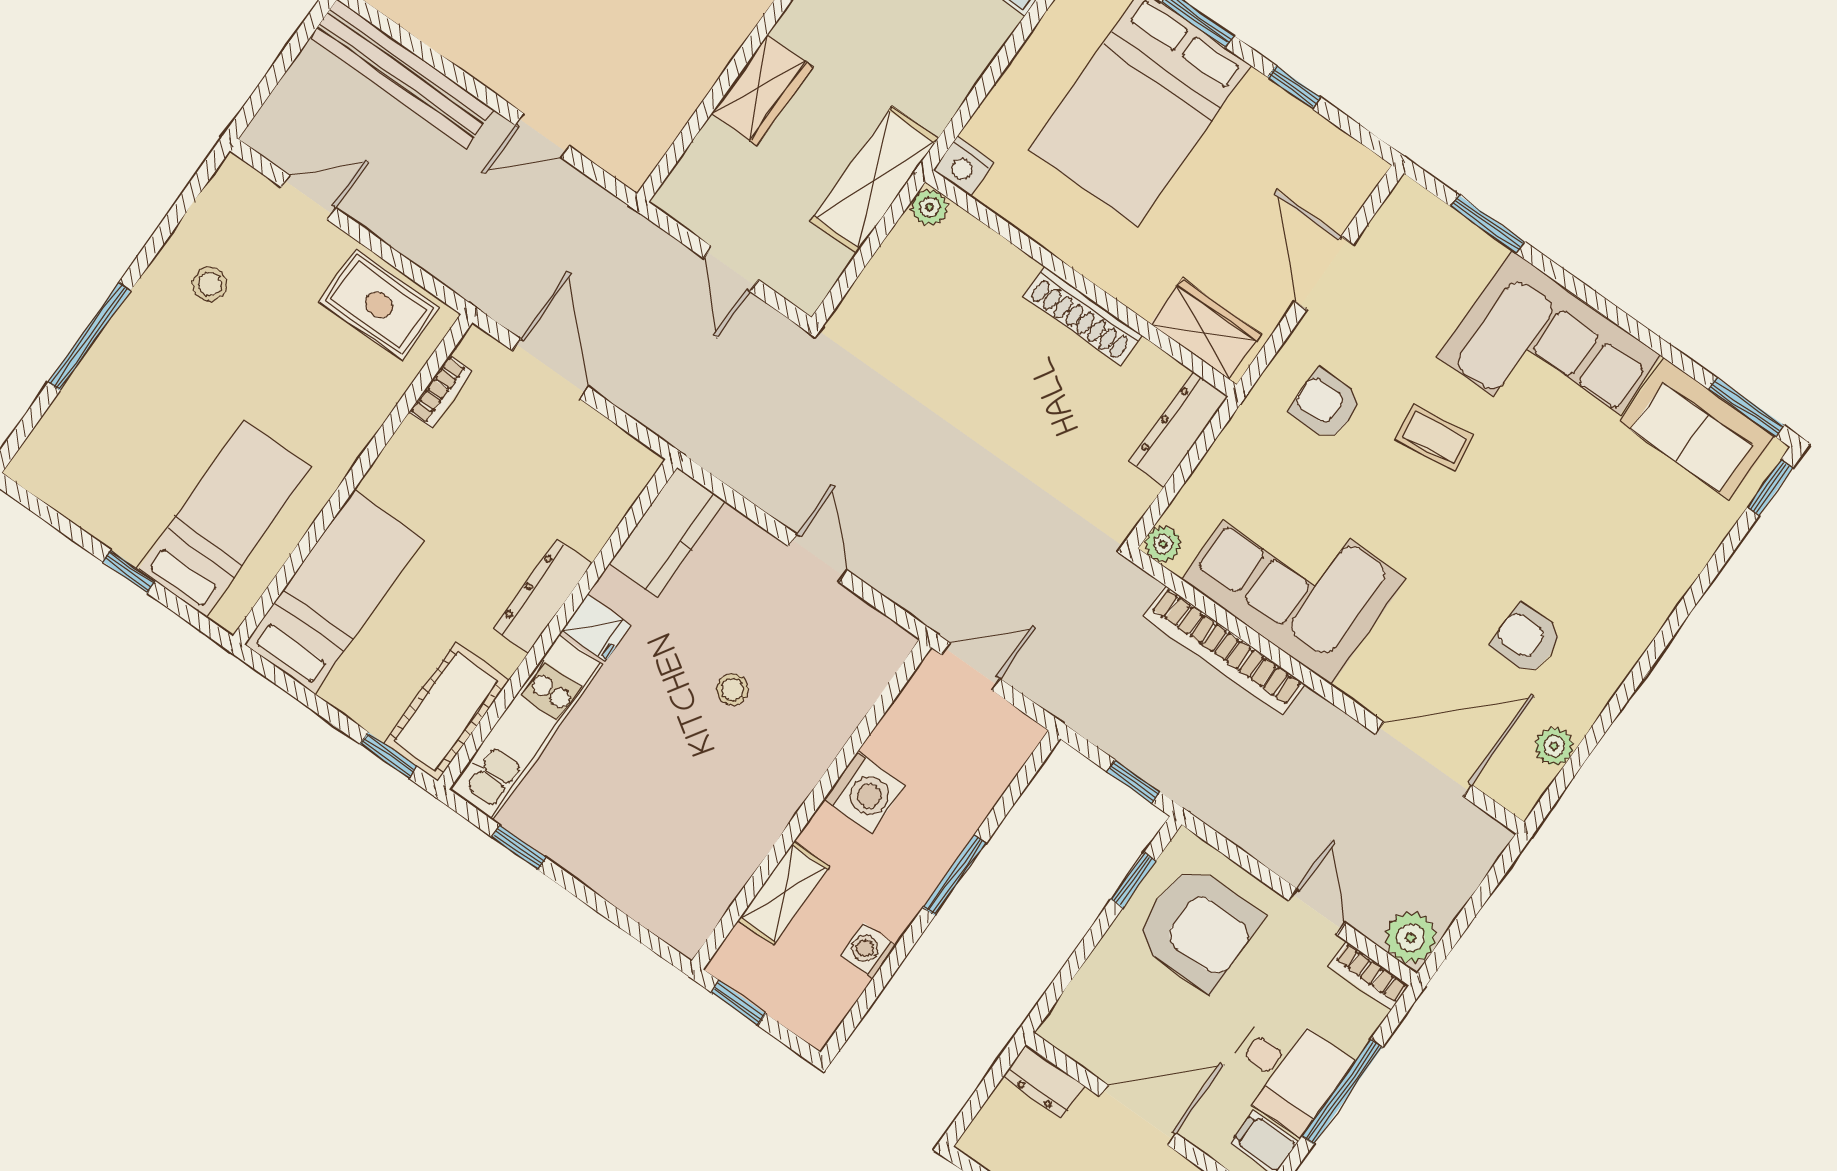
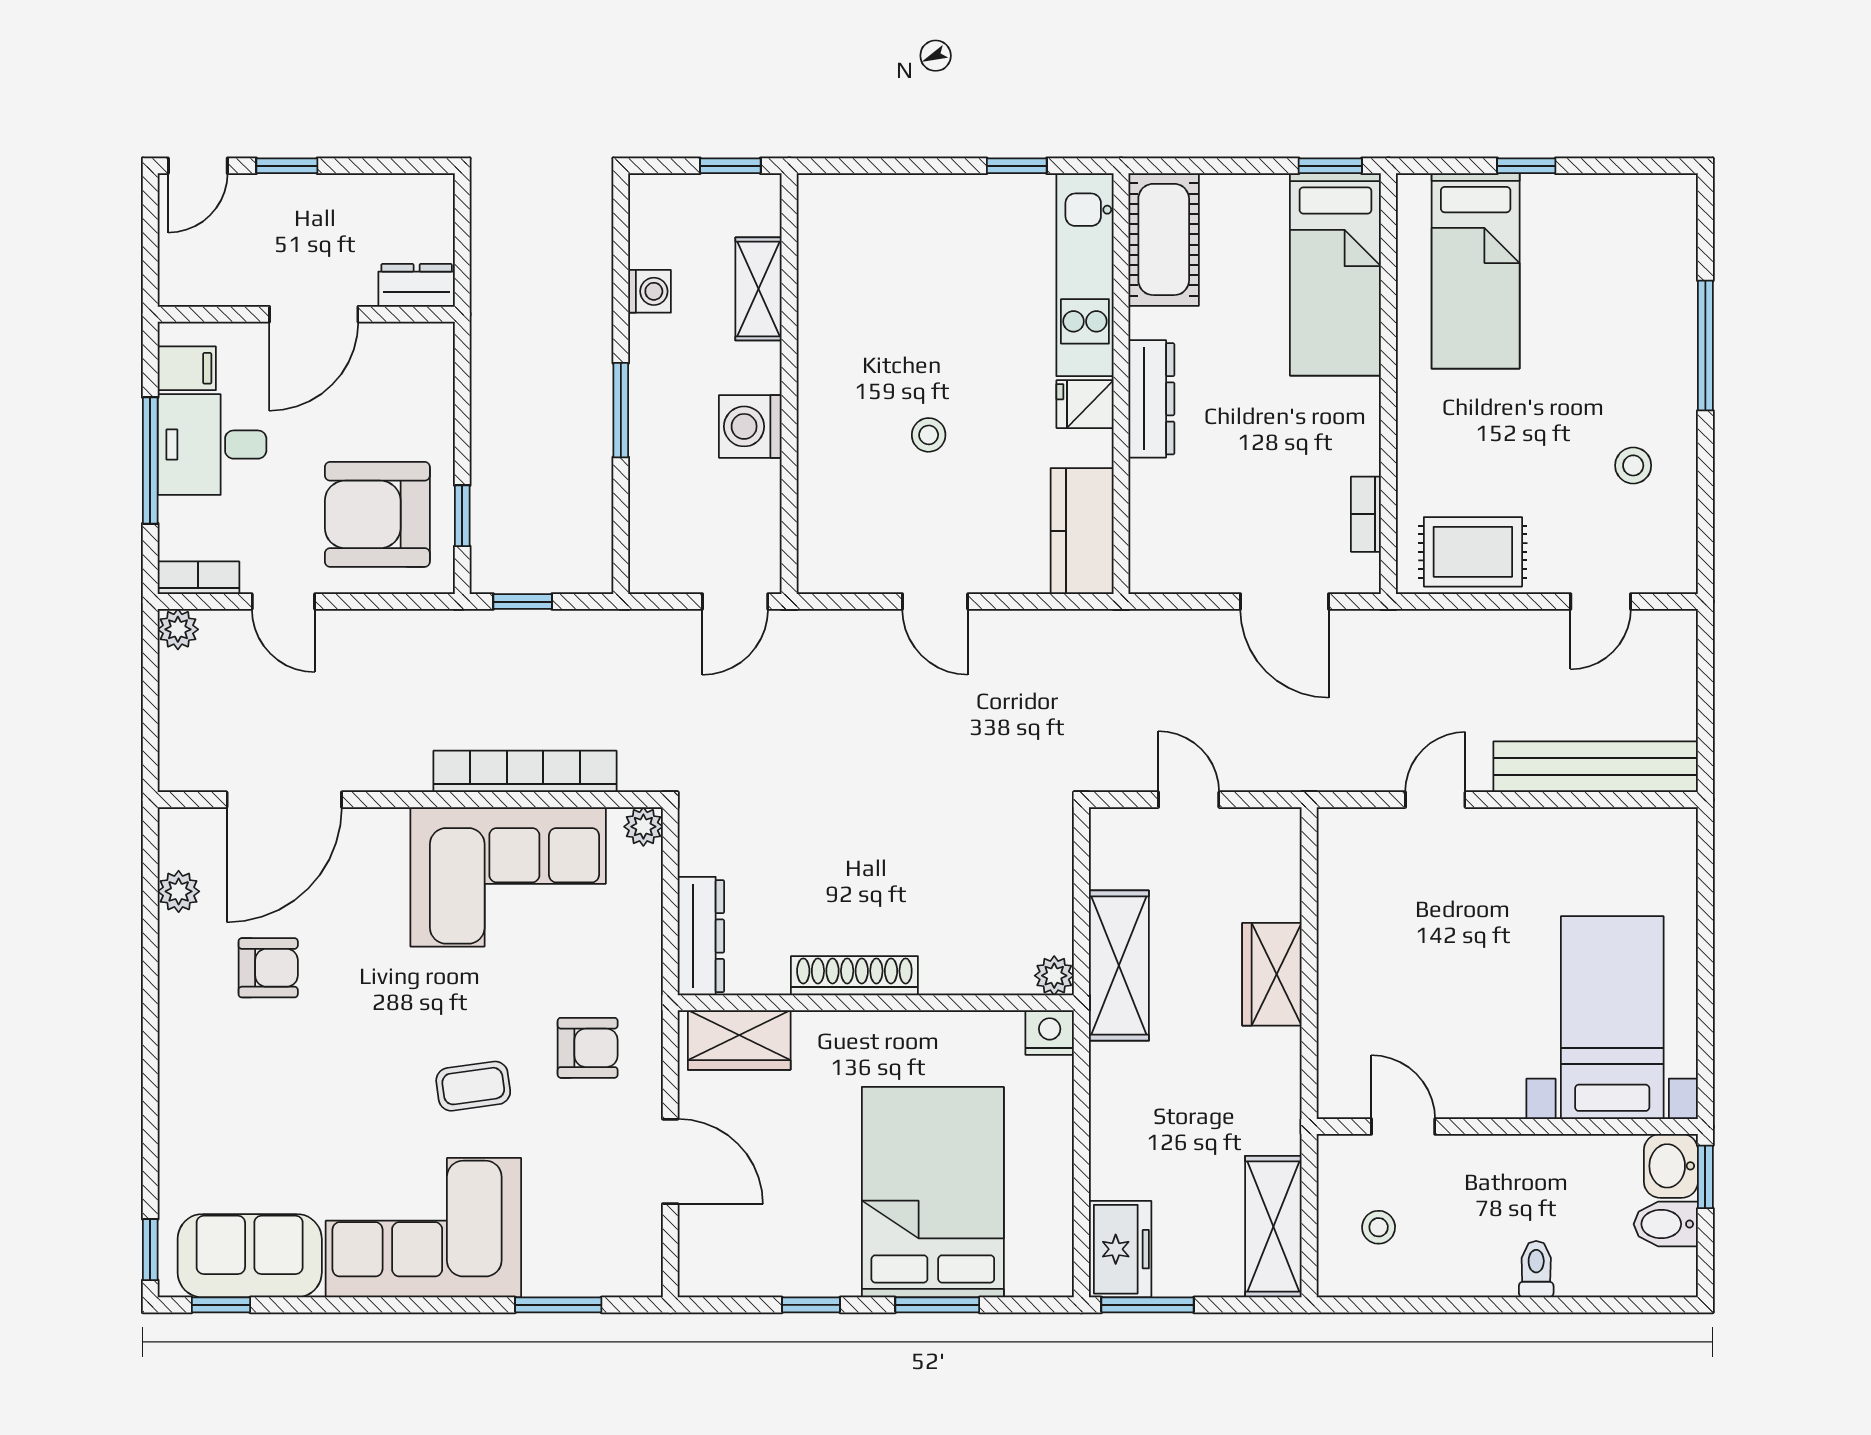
window: (1746, 407) -> (221, 1305), width x0.67
window: (388, 755) -> (1330, 166), moved
plant: (1411, 937) -> (178, 629), width x0.73, depth x0.73

